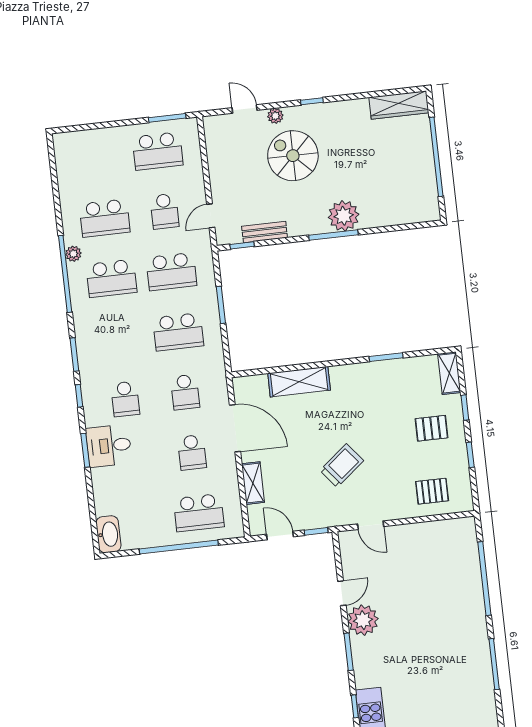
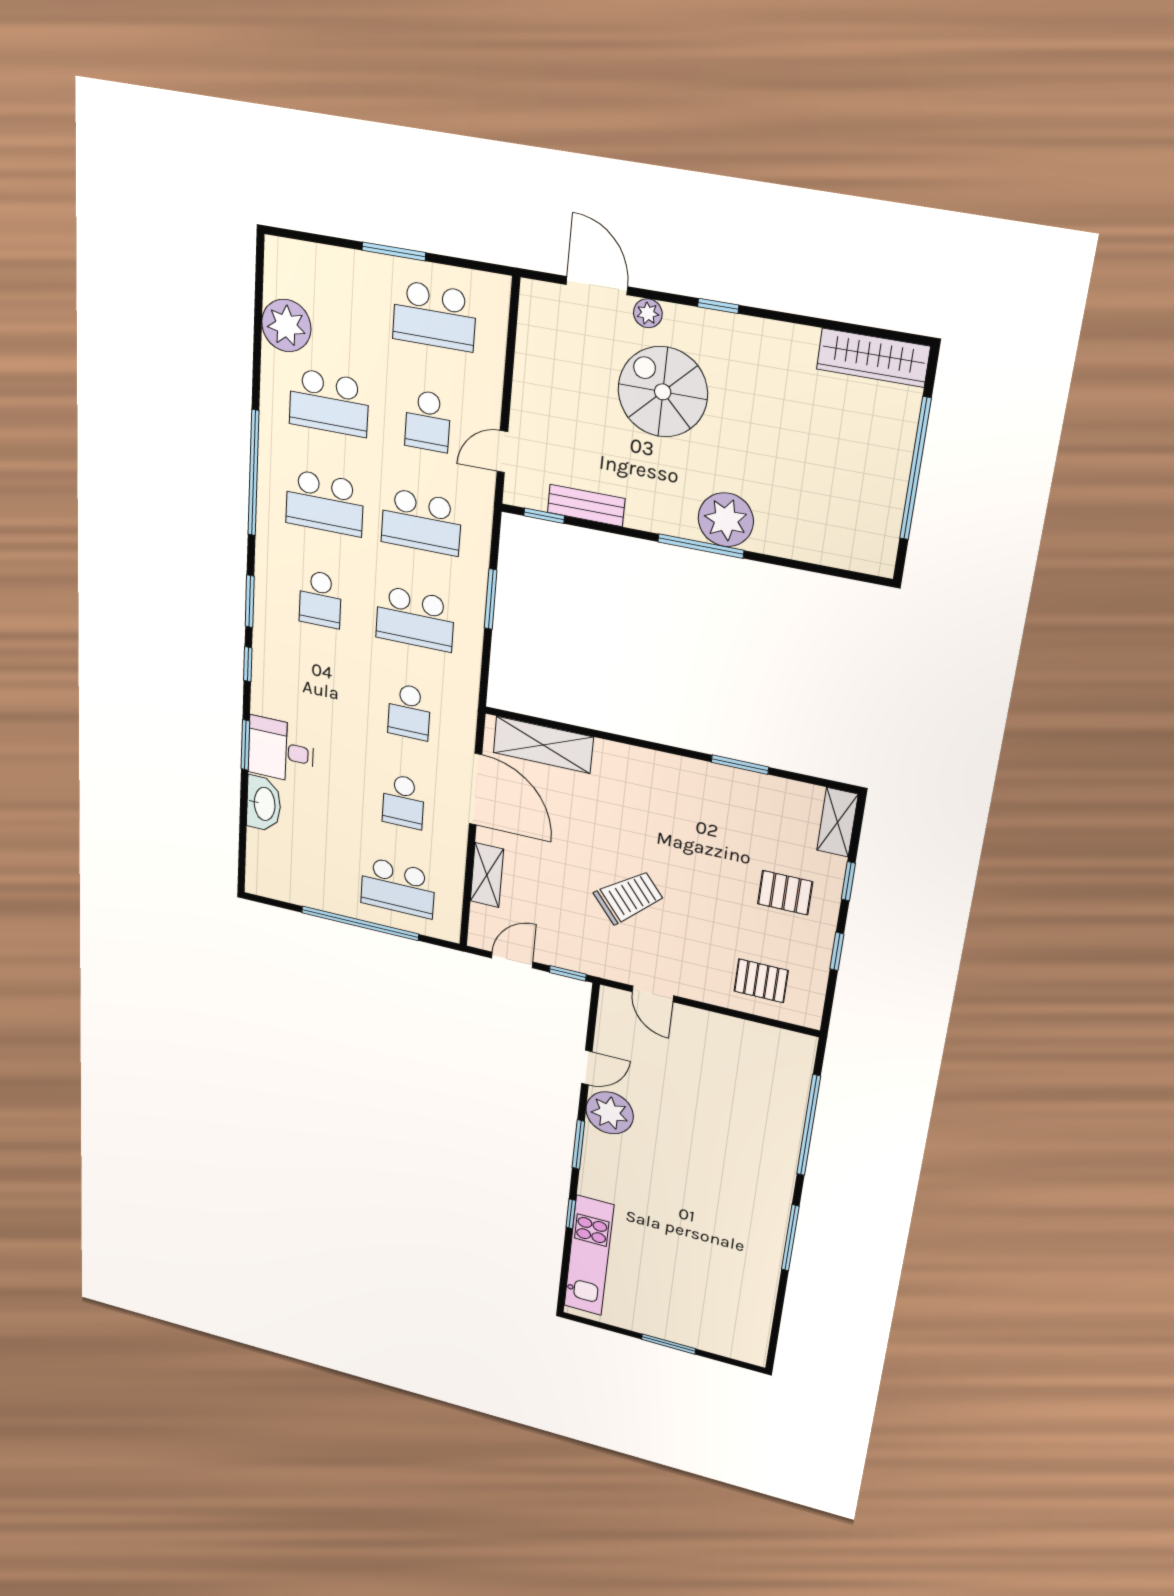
door: (245, 109) -> (597, 286), width x1.38
window: (167, 118) -> (394, 251), moved
plant: (73, 254) -> (286, 325), moved, width x1.88, depth x1.88
shelving: (299, 382) -> (543, 745), moved
school desk: (125, 399) -> (320, 599), moved
washbasin: (108, 534) -> (264, 804), moved
door: (280, 536) -> (512, 960), hinge flipped

